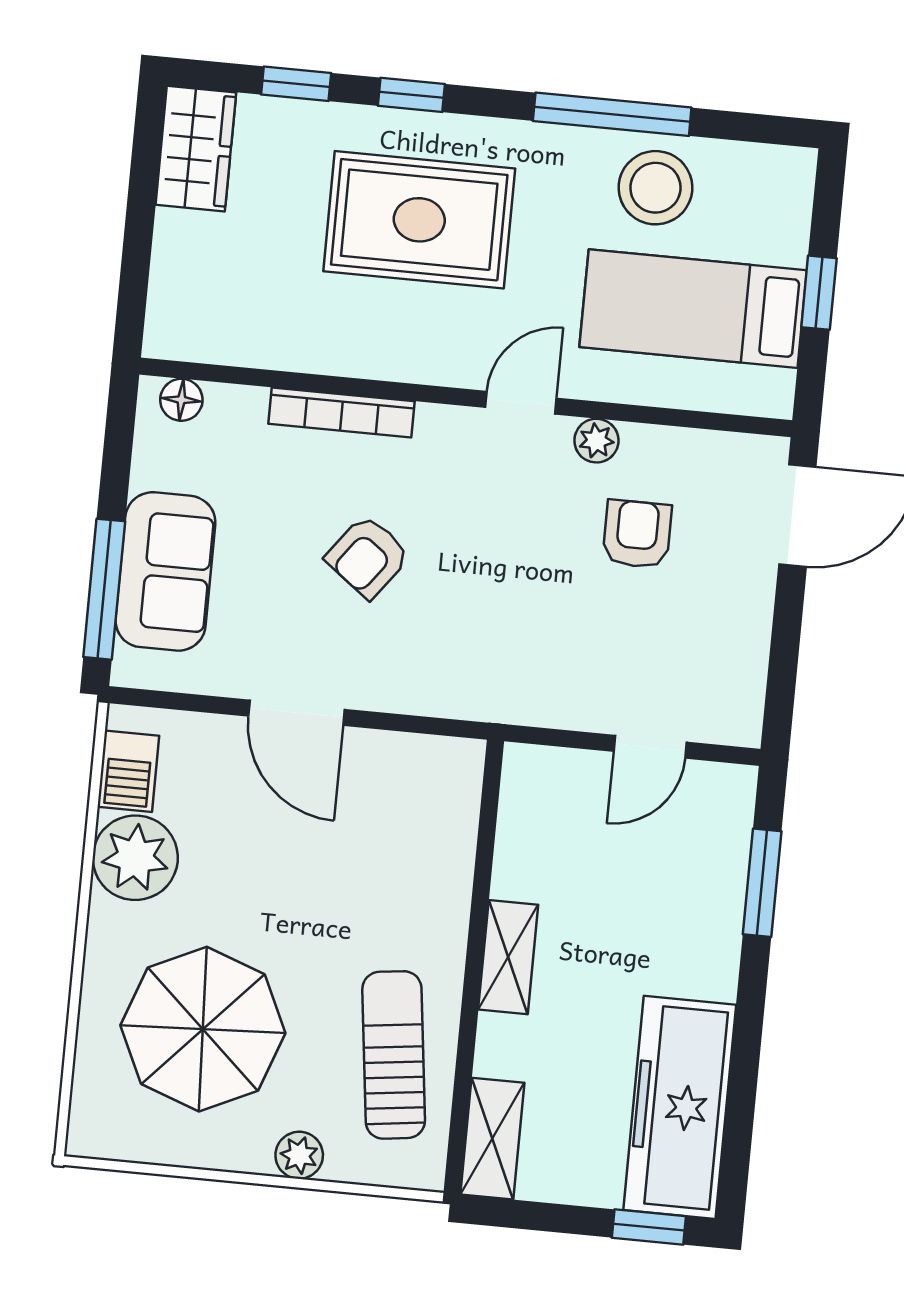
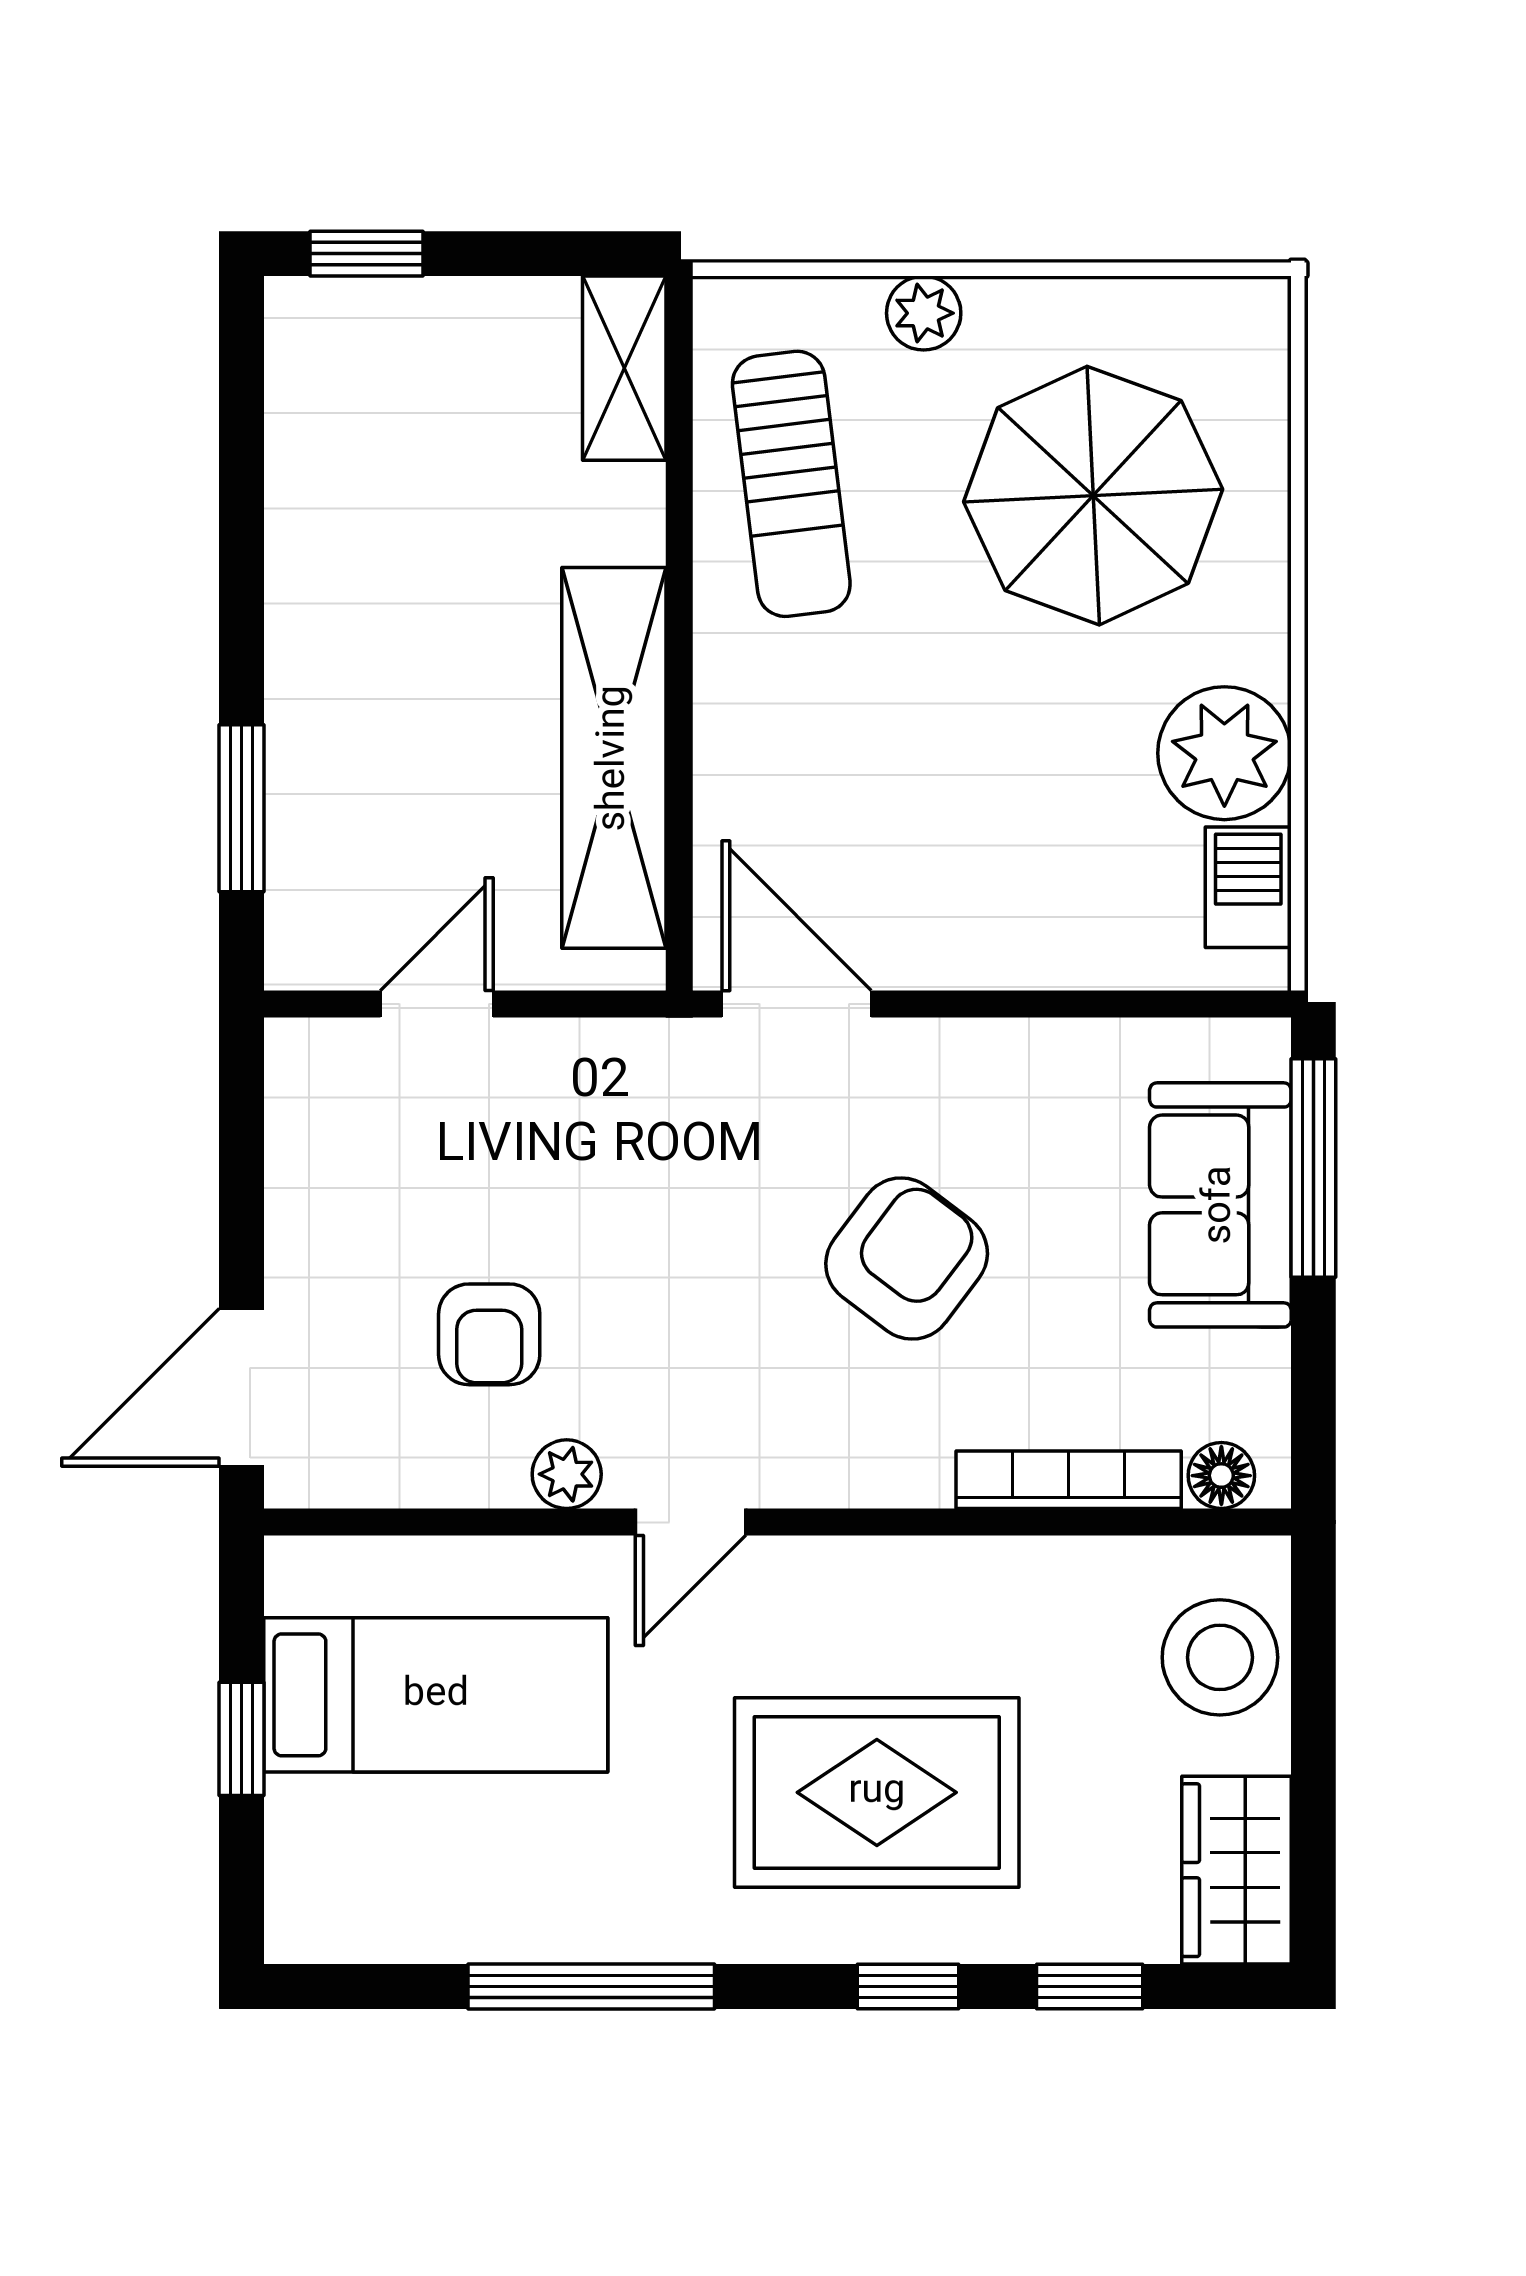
stool: (655, 188) -> (1220, 1657), moved
bookcase: (342, 412) -> (1069, 1480), moved
armchair: (368, 557) -> (907, 1259), width x1.38, depth x1.38
door: (296, 713) -> (797, 1004), moved
shelving: (508, 957) -> (614, 758), width x2.20, depth x1.33
freezer: (680, 1107) -> (336, 445), removed

